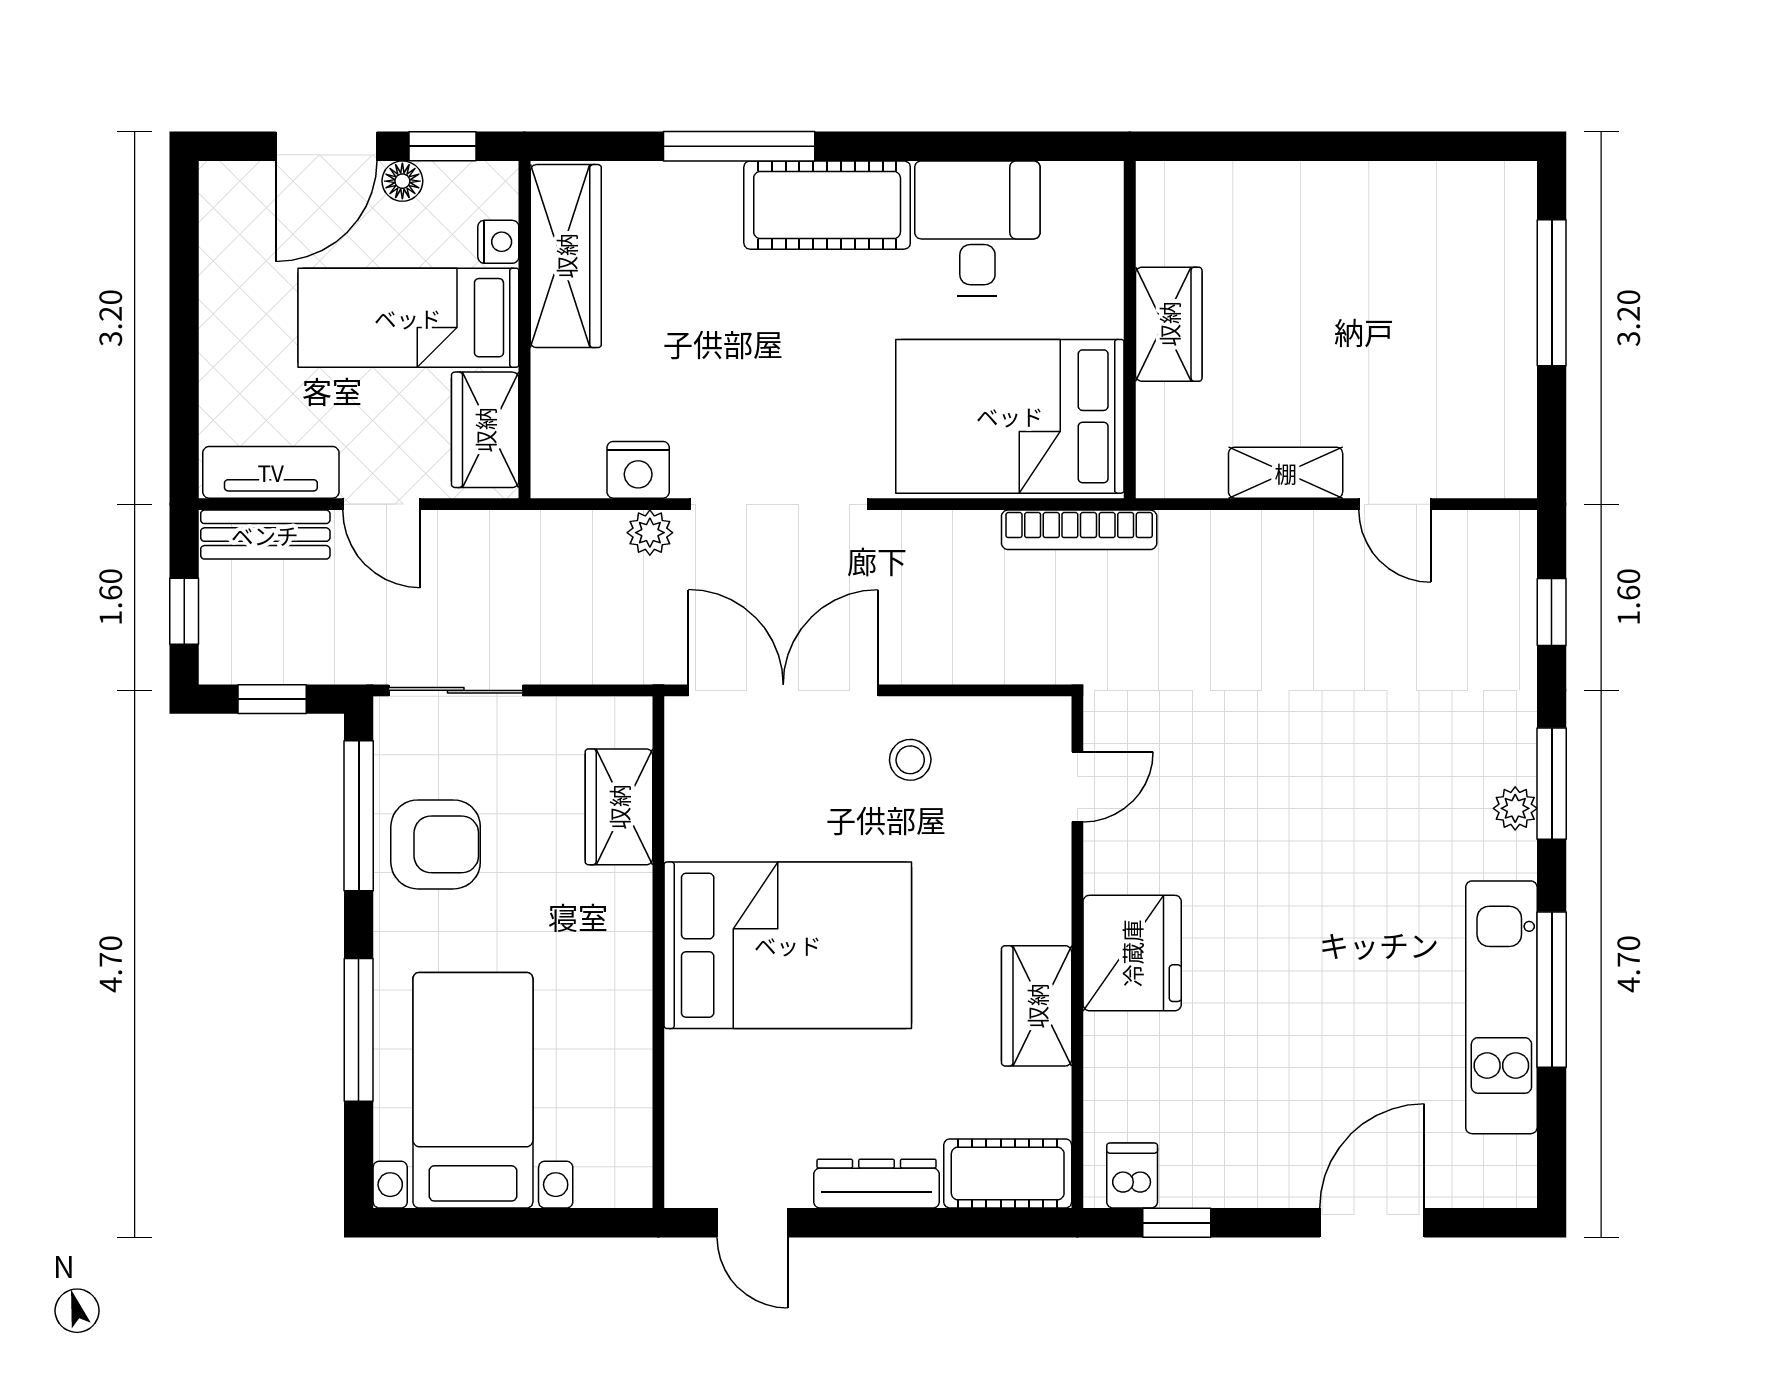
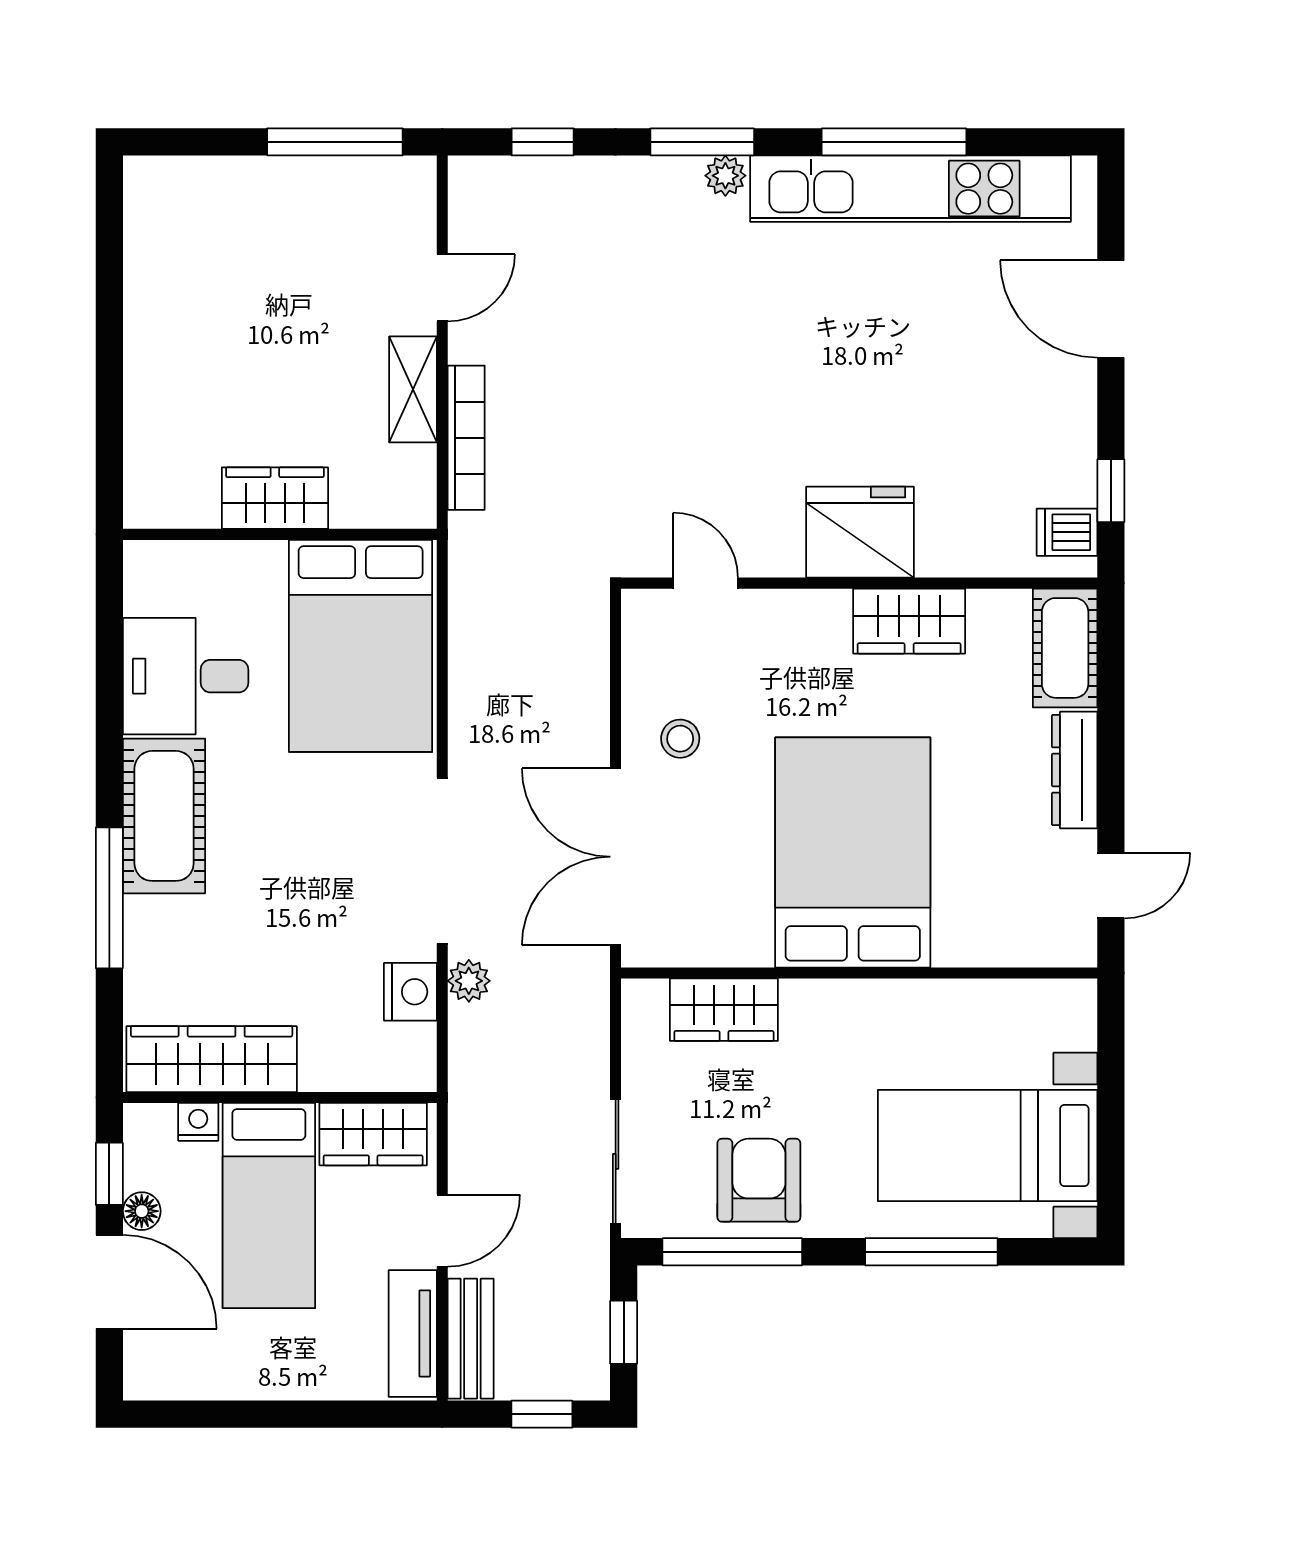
window: (1552, 293) -> (335, 142), moved
bookcase: (1079, 530) -> (466, 438), moved
kitchen unit: (1501, 1007) -> (910, 189), width x1.36

